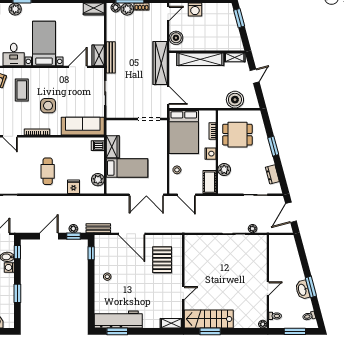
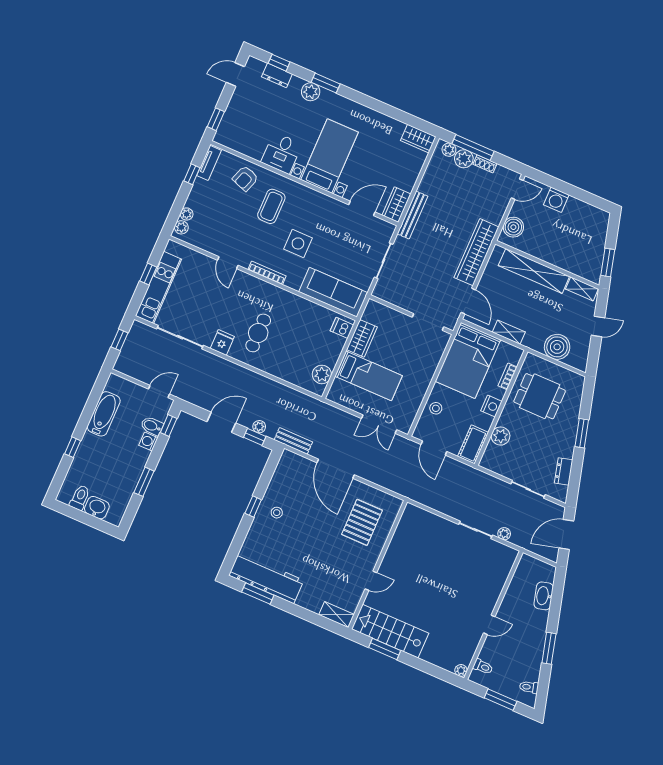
window: (239, 18) -> (608, 263), moved
shelving: (201, 104) -> (509, 332), added
fridge: (73, 187) -> (222, 342), moved
double door: (146, 195) -> (379, 424), width x0.73
window: (91, 253) -> (253, 507), moved
washbasin: (302, 290) -> (544, 596), moved

